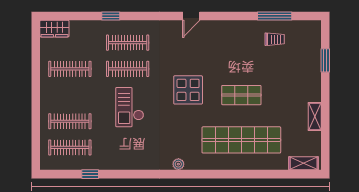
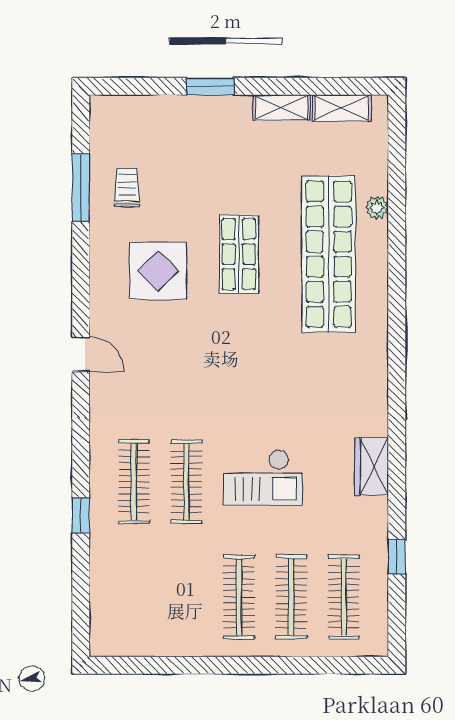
wardrobe: (54, 29) -> (372, 466), moved, turned 180
window: (325, 60) -> (210, 86), moved
clothes rail: (70, 69) -> (239, 597), moved
display table: (188, 90) -> (158, 271), moved
shelving: (304, 163) -> (342, 108), moved, turned 90
plant: (178, 164) -> (377, 207), moved

